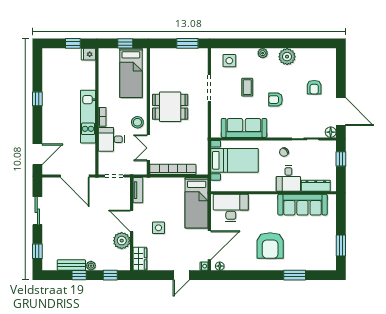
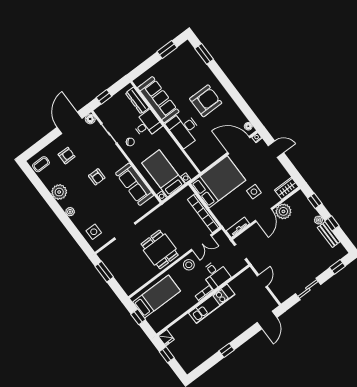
coffee table: (247, 87) -> (41, 164), moved
door: (37, 154) -> (267, 320), swing flipped
door: (75, 176) -> (262, 281), width x0.53
bed: (197, 203) -> (218, 182), width x1.50
desk: (231, 208) -> (184, 129), moved
window: (295, 275) -> (204, 54), moved

